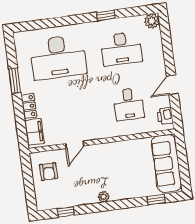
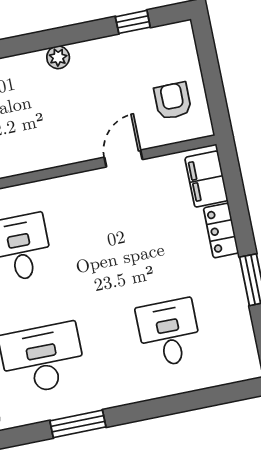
window: (106, 15) -> (78, 424), width x1.50
desk: (58, 57) -> (169, 333), width x0.53, depth x0.77

